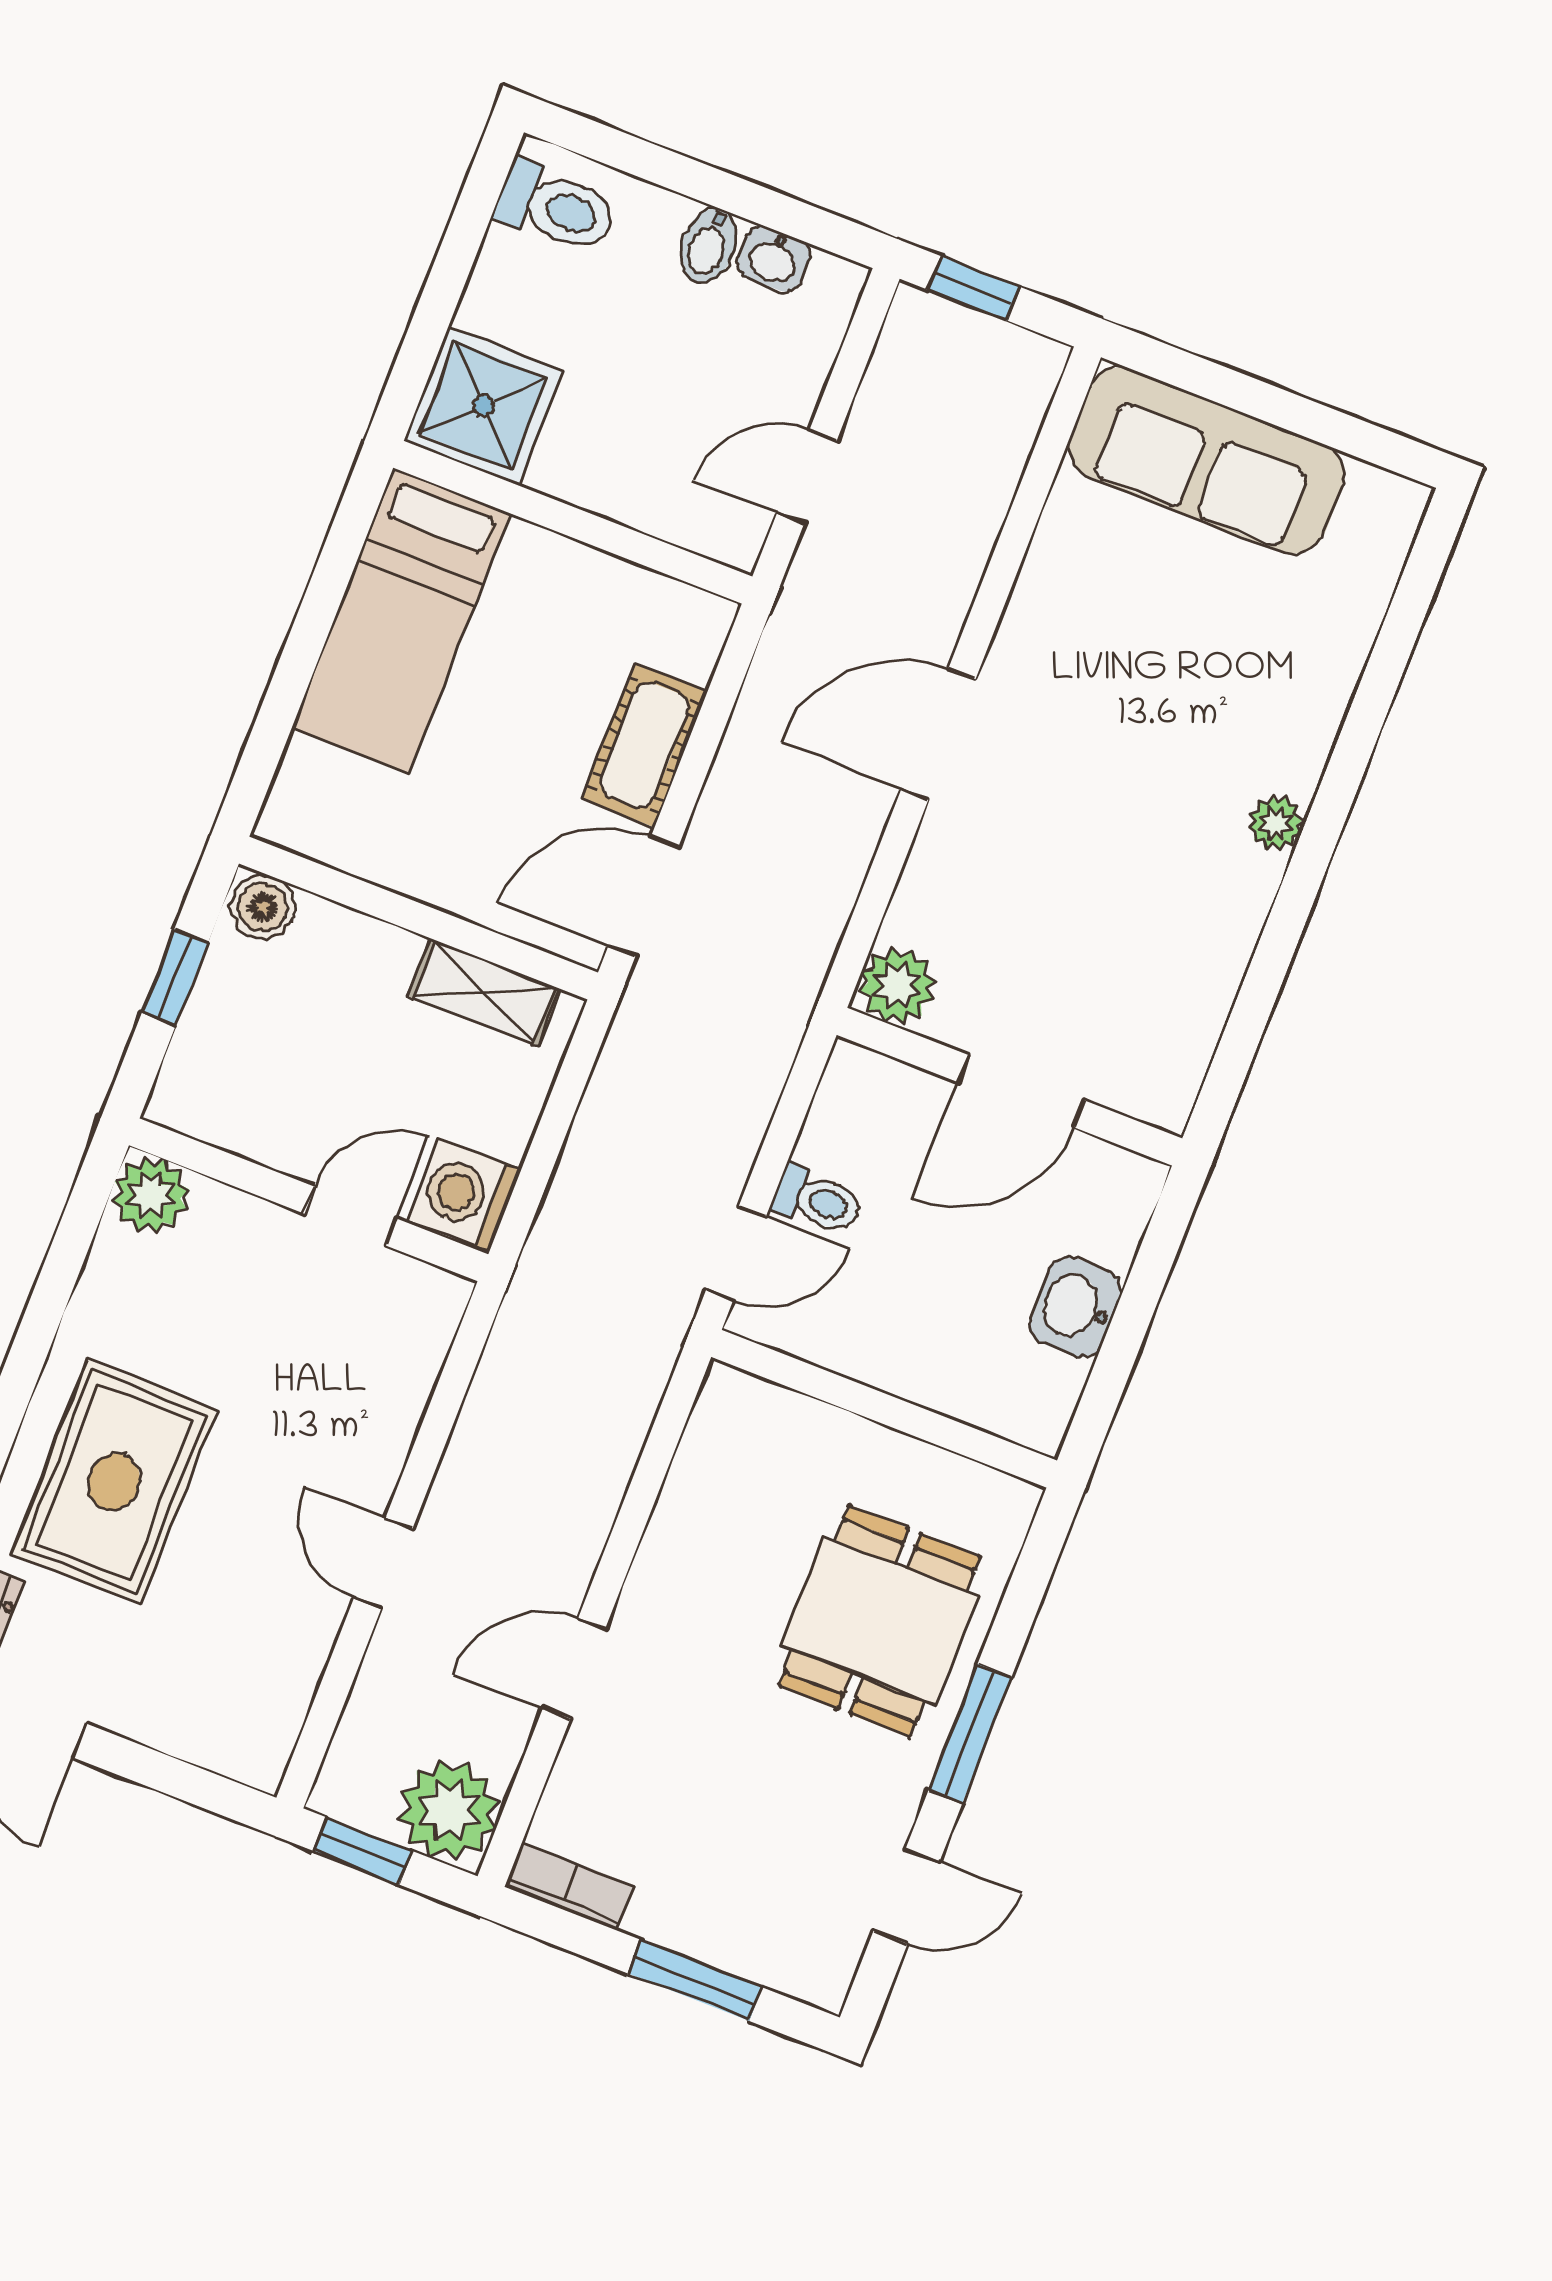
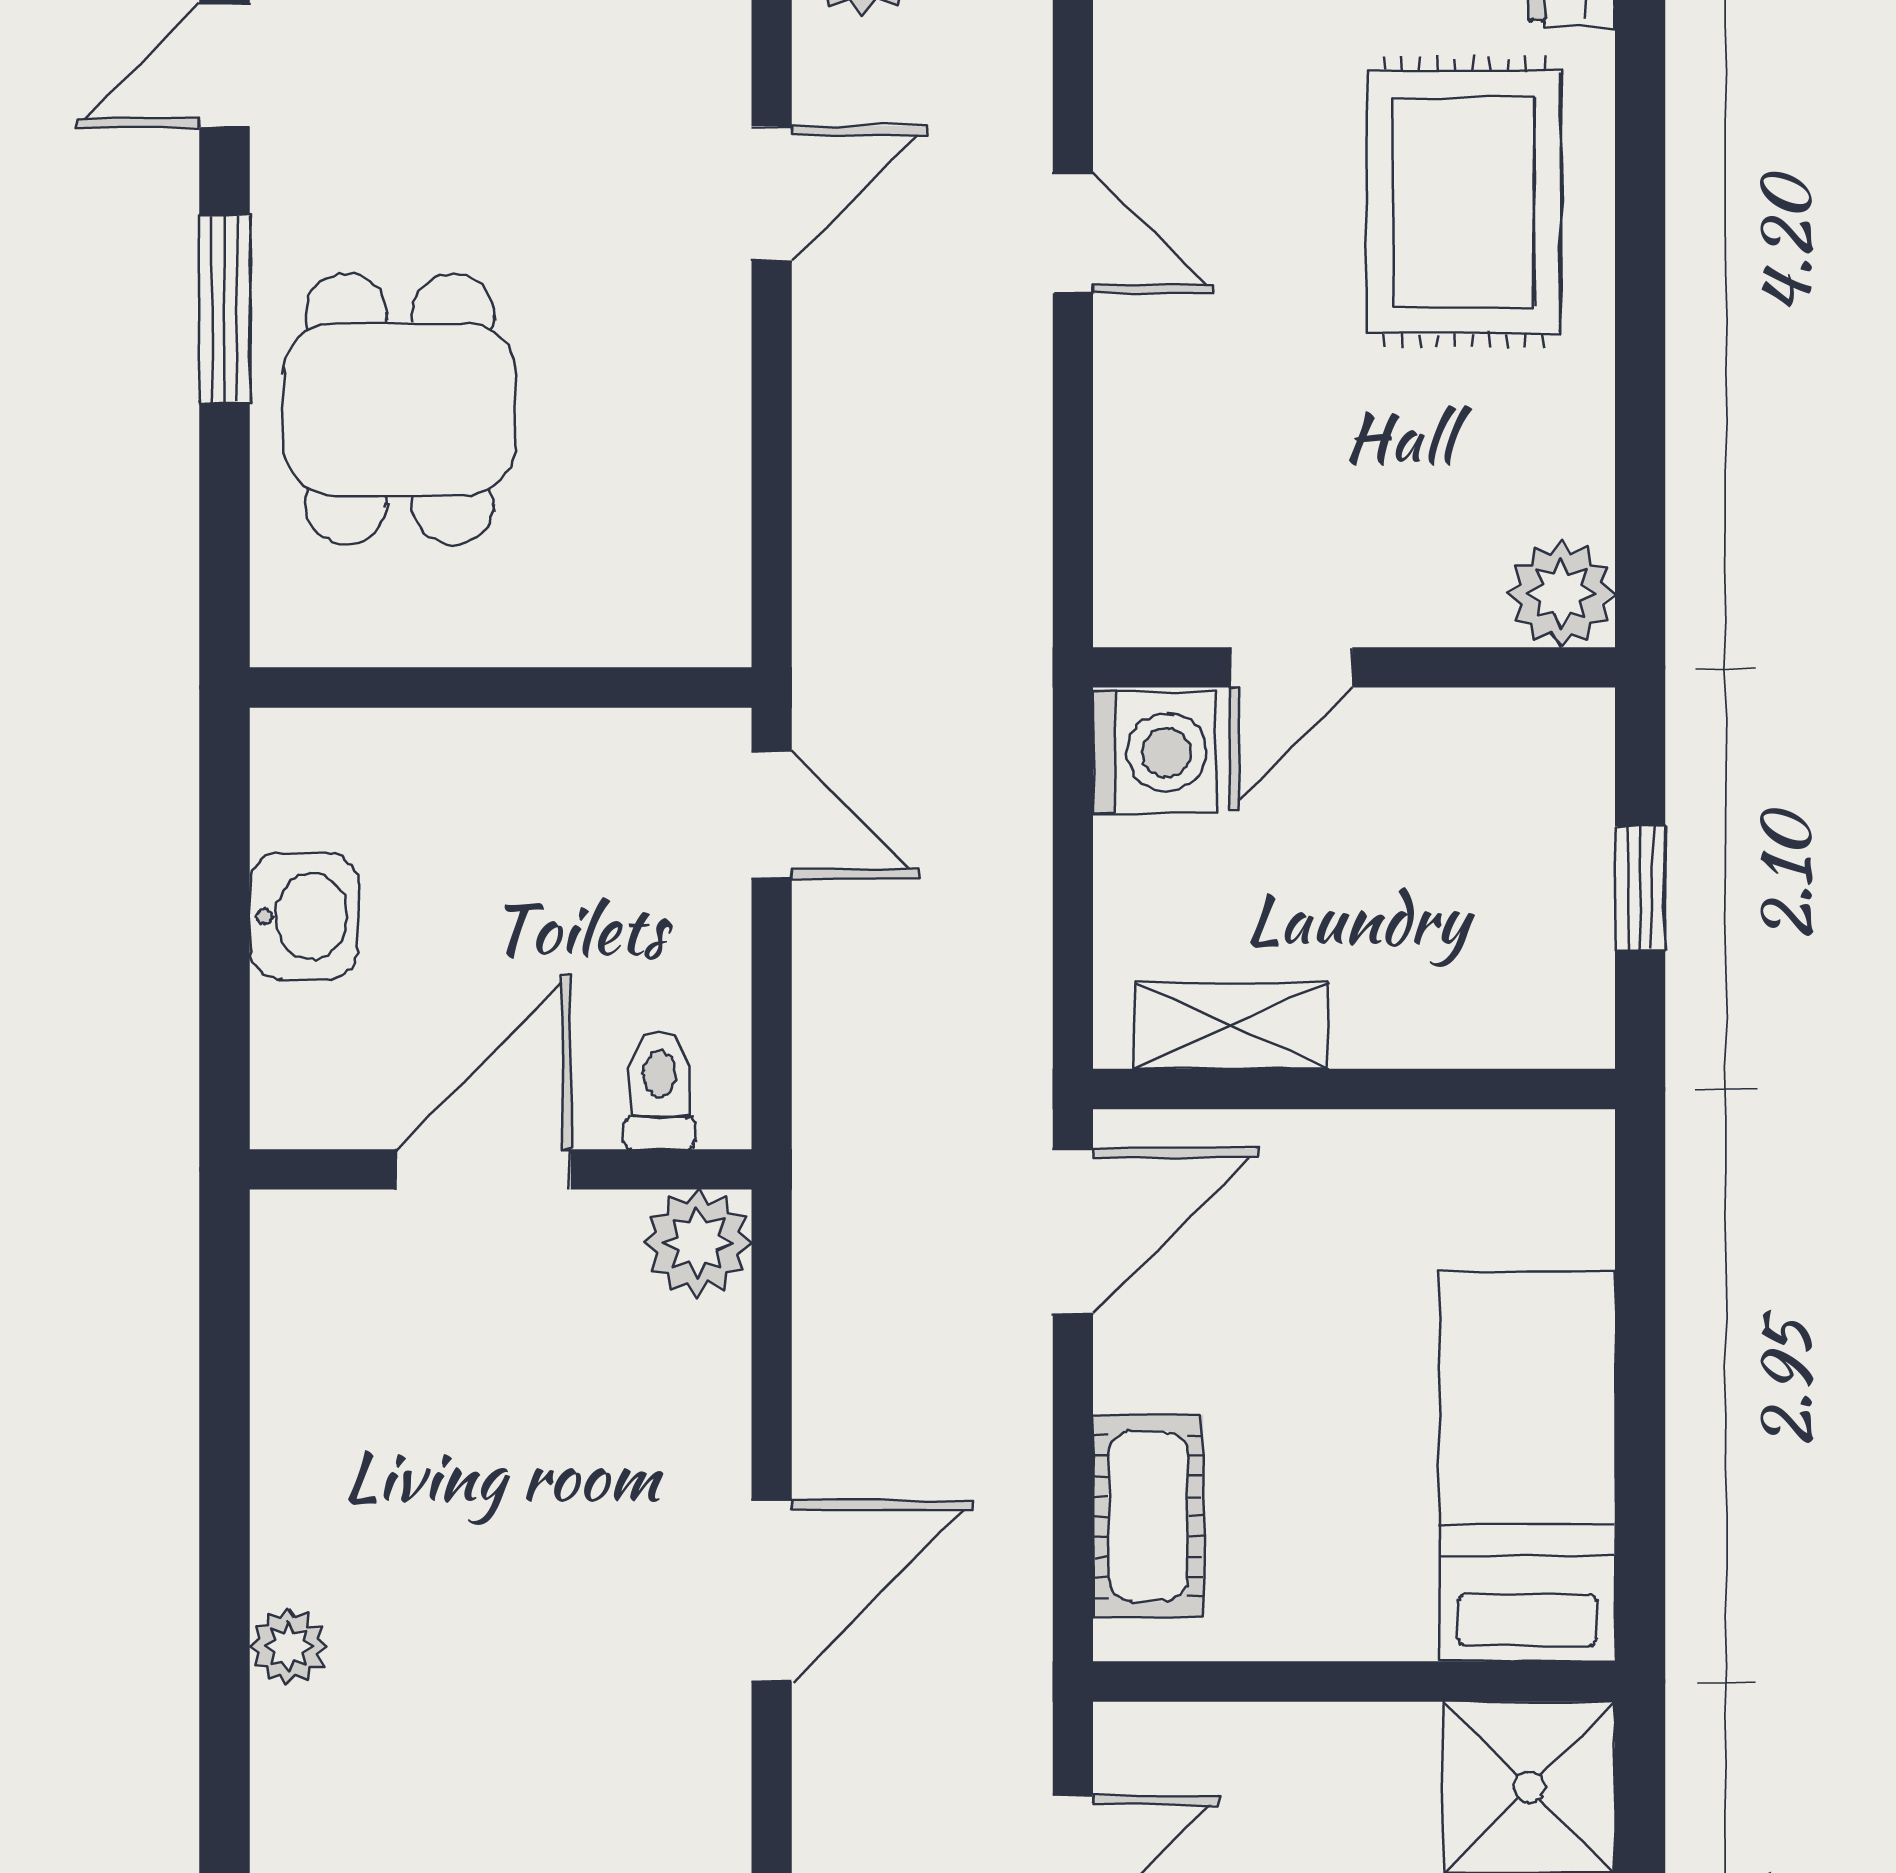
cot: (644, 745) -> (1148, 1516), moved
boiler: (263, 907) -> (1562, 1024), removed
toilet: (818, 1200) -> (660, 1090), moved, turned 90
door: (736, 1253) -> (772, 815), swing flipped

